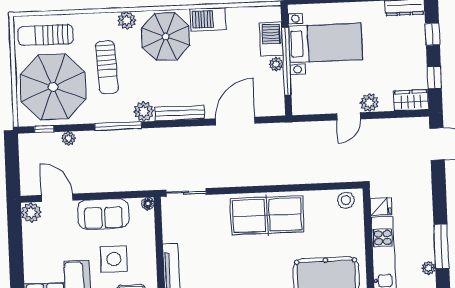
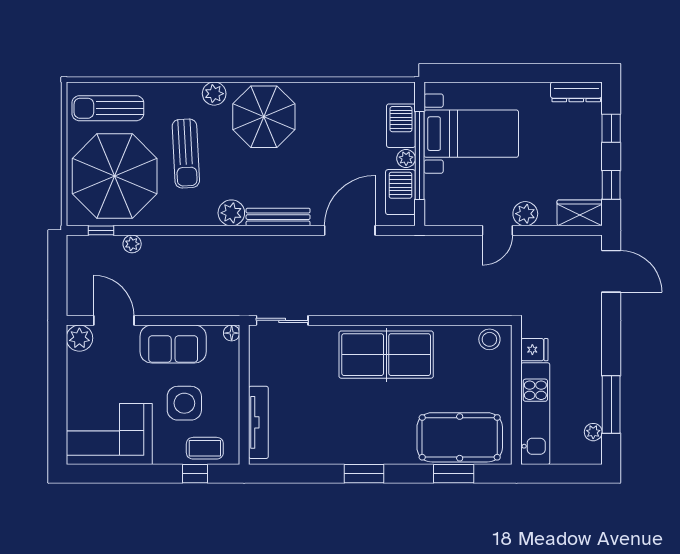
barbecue: (208, 19) -> (400, 192), moved, turned 90
window: (118, 126) -> (197, 230), removed

